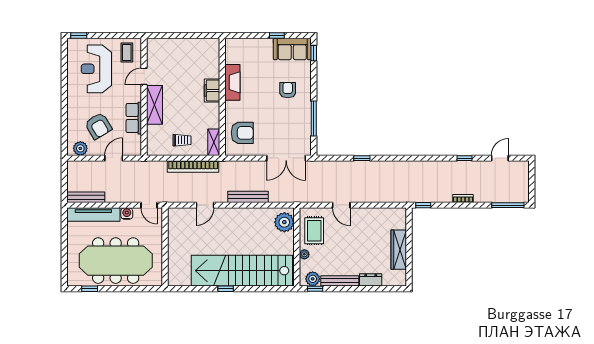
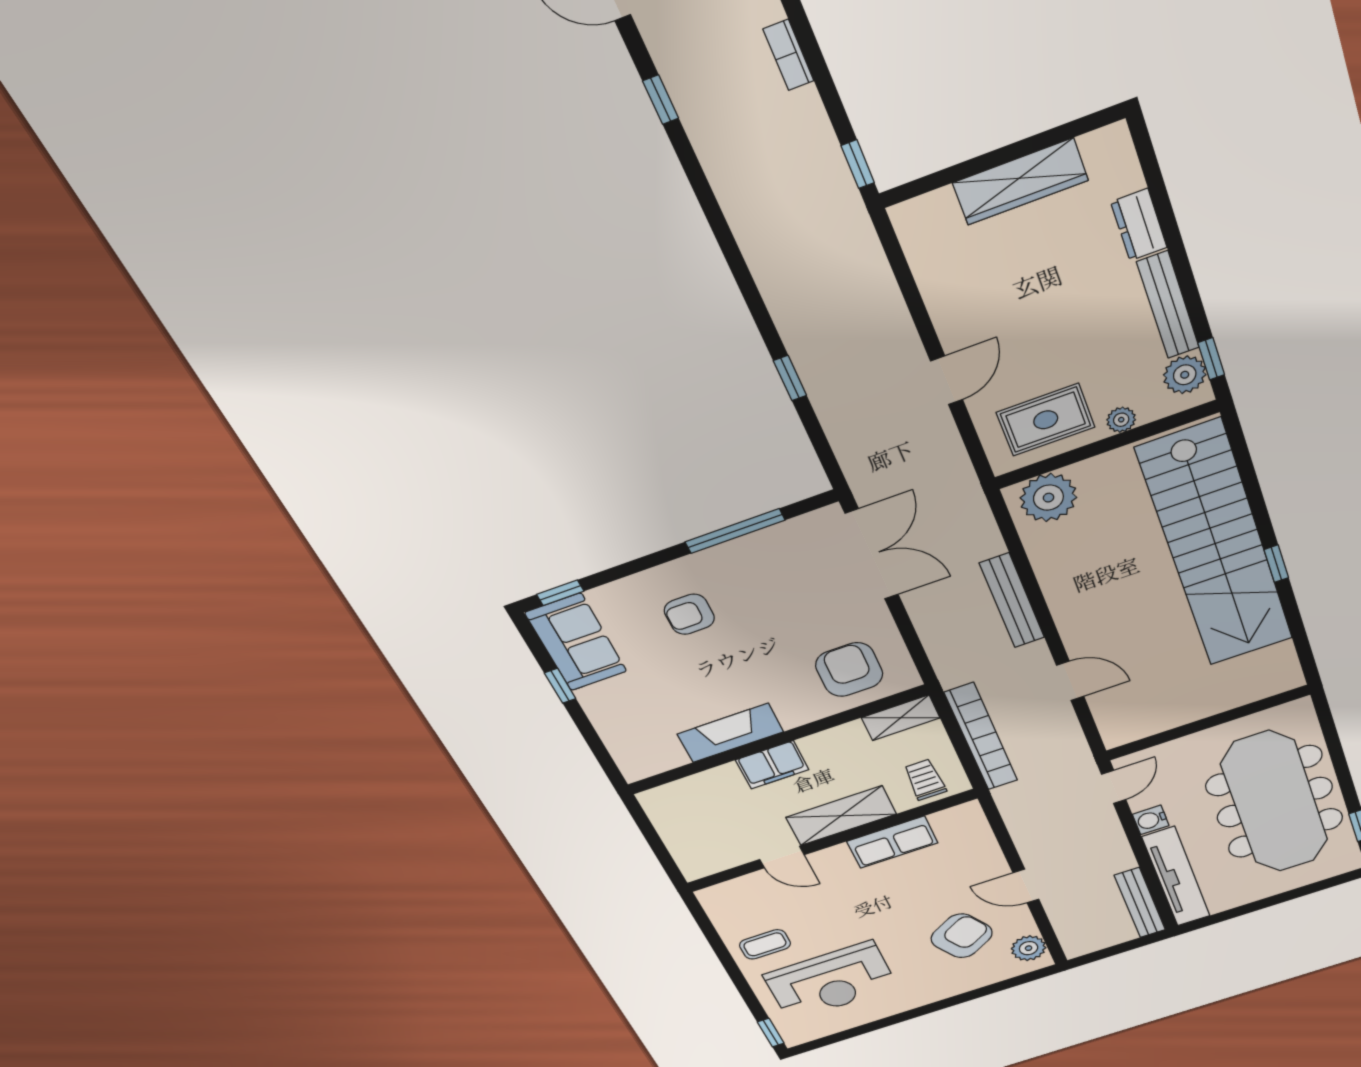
door: (144, 76) -> (782, 857), moved
wall: (144, 97) -> (831, 841), moved
shelving: (154, 105) -> (841, 816), moved
row of seats: (134, 118) -> (892, 842), moved

